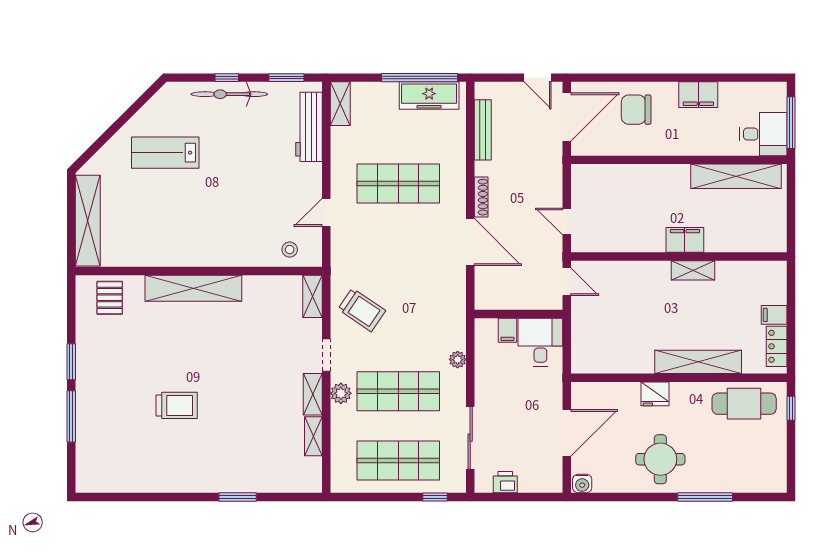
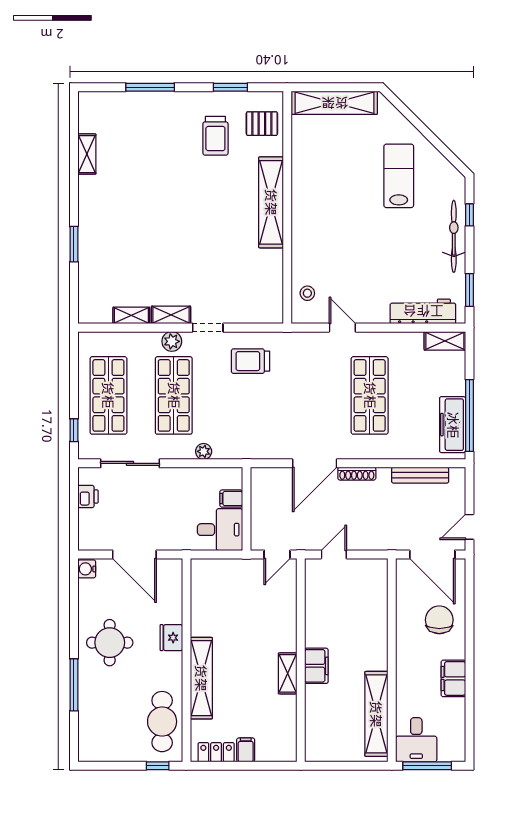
window: (227, 78) -> (469, 215), moved
shelving: (313, 296) -> (87, 154), moved, turned 90
trolley: (362, 310) -> (251, 361), turned 56
window: (71, 362) -> (230, 87), moved
trolley: (177, 405) -> (215, 136), moved

